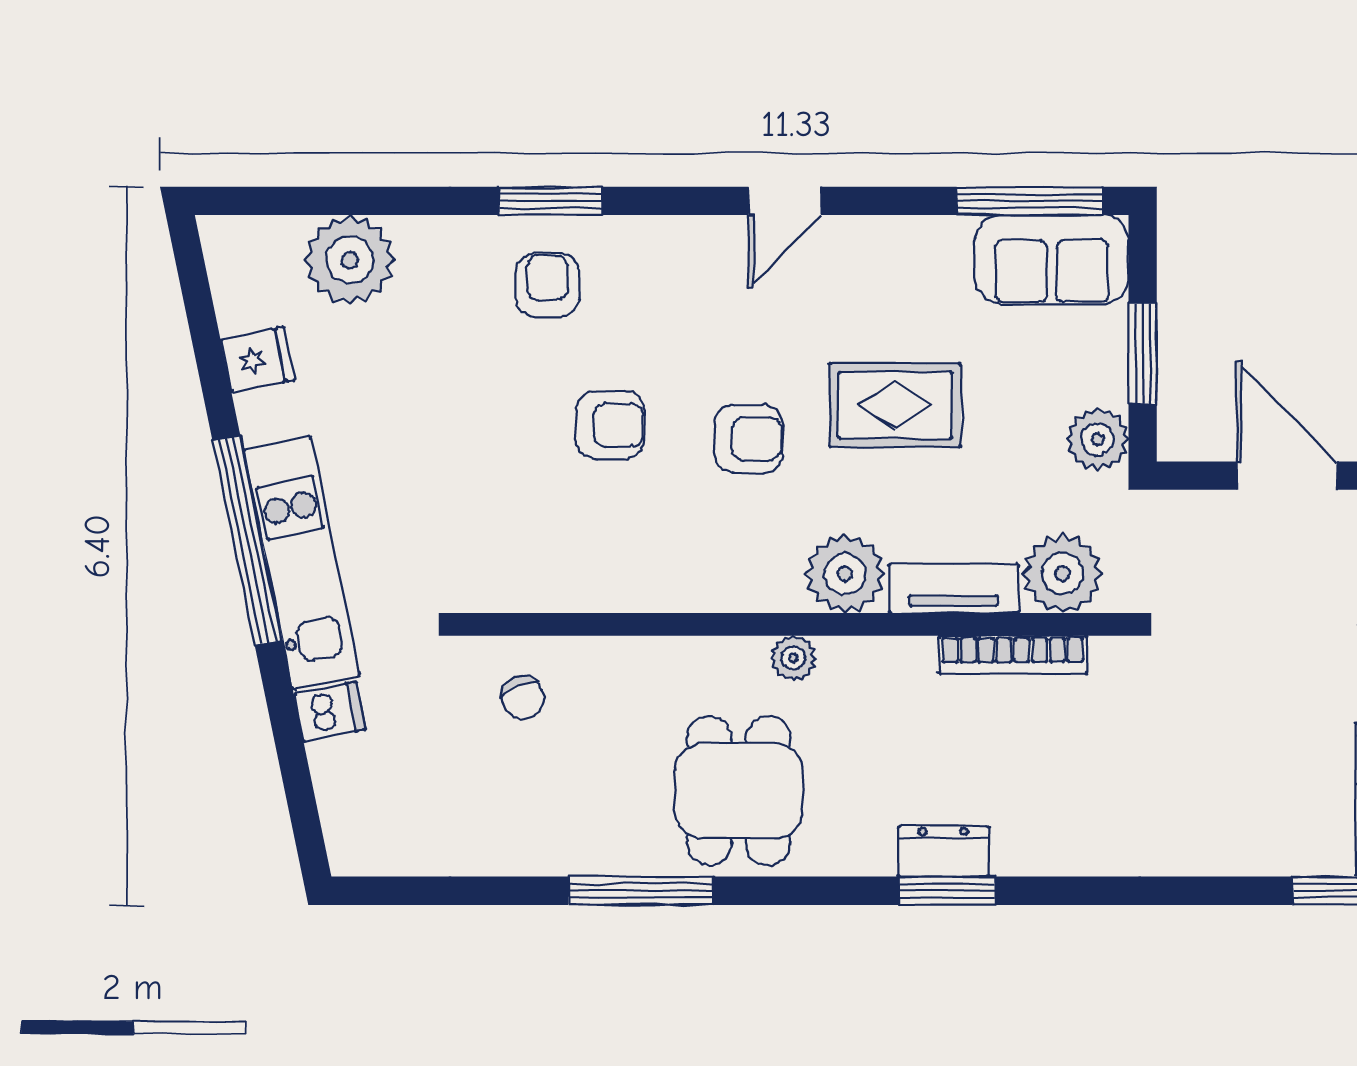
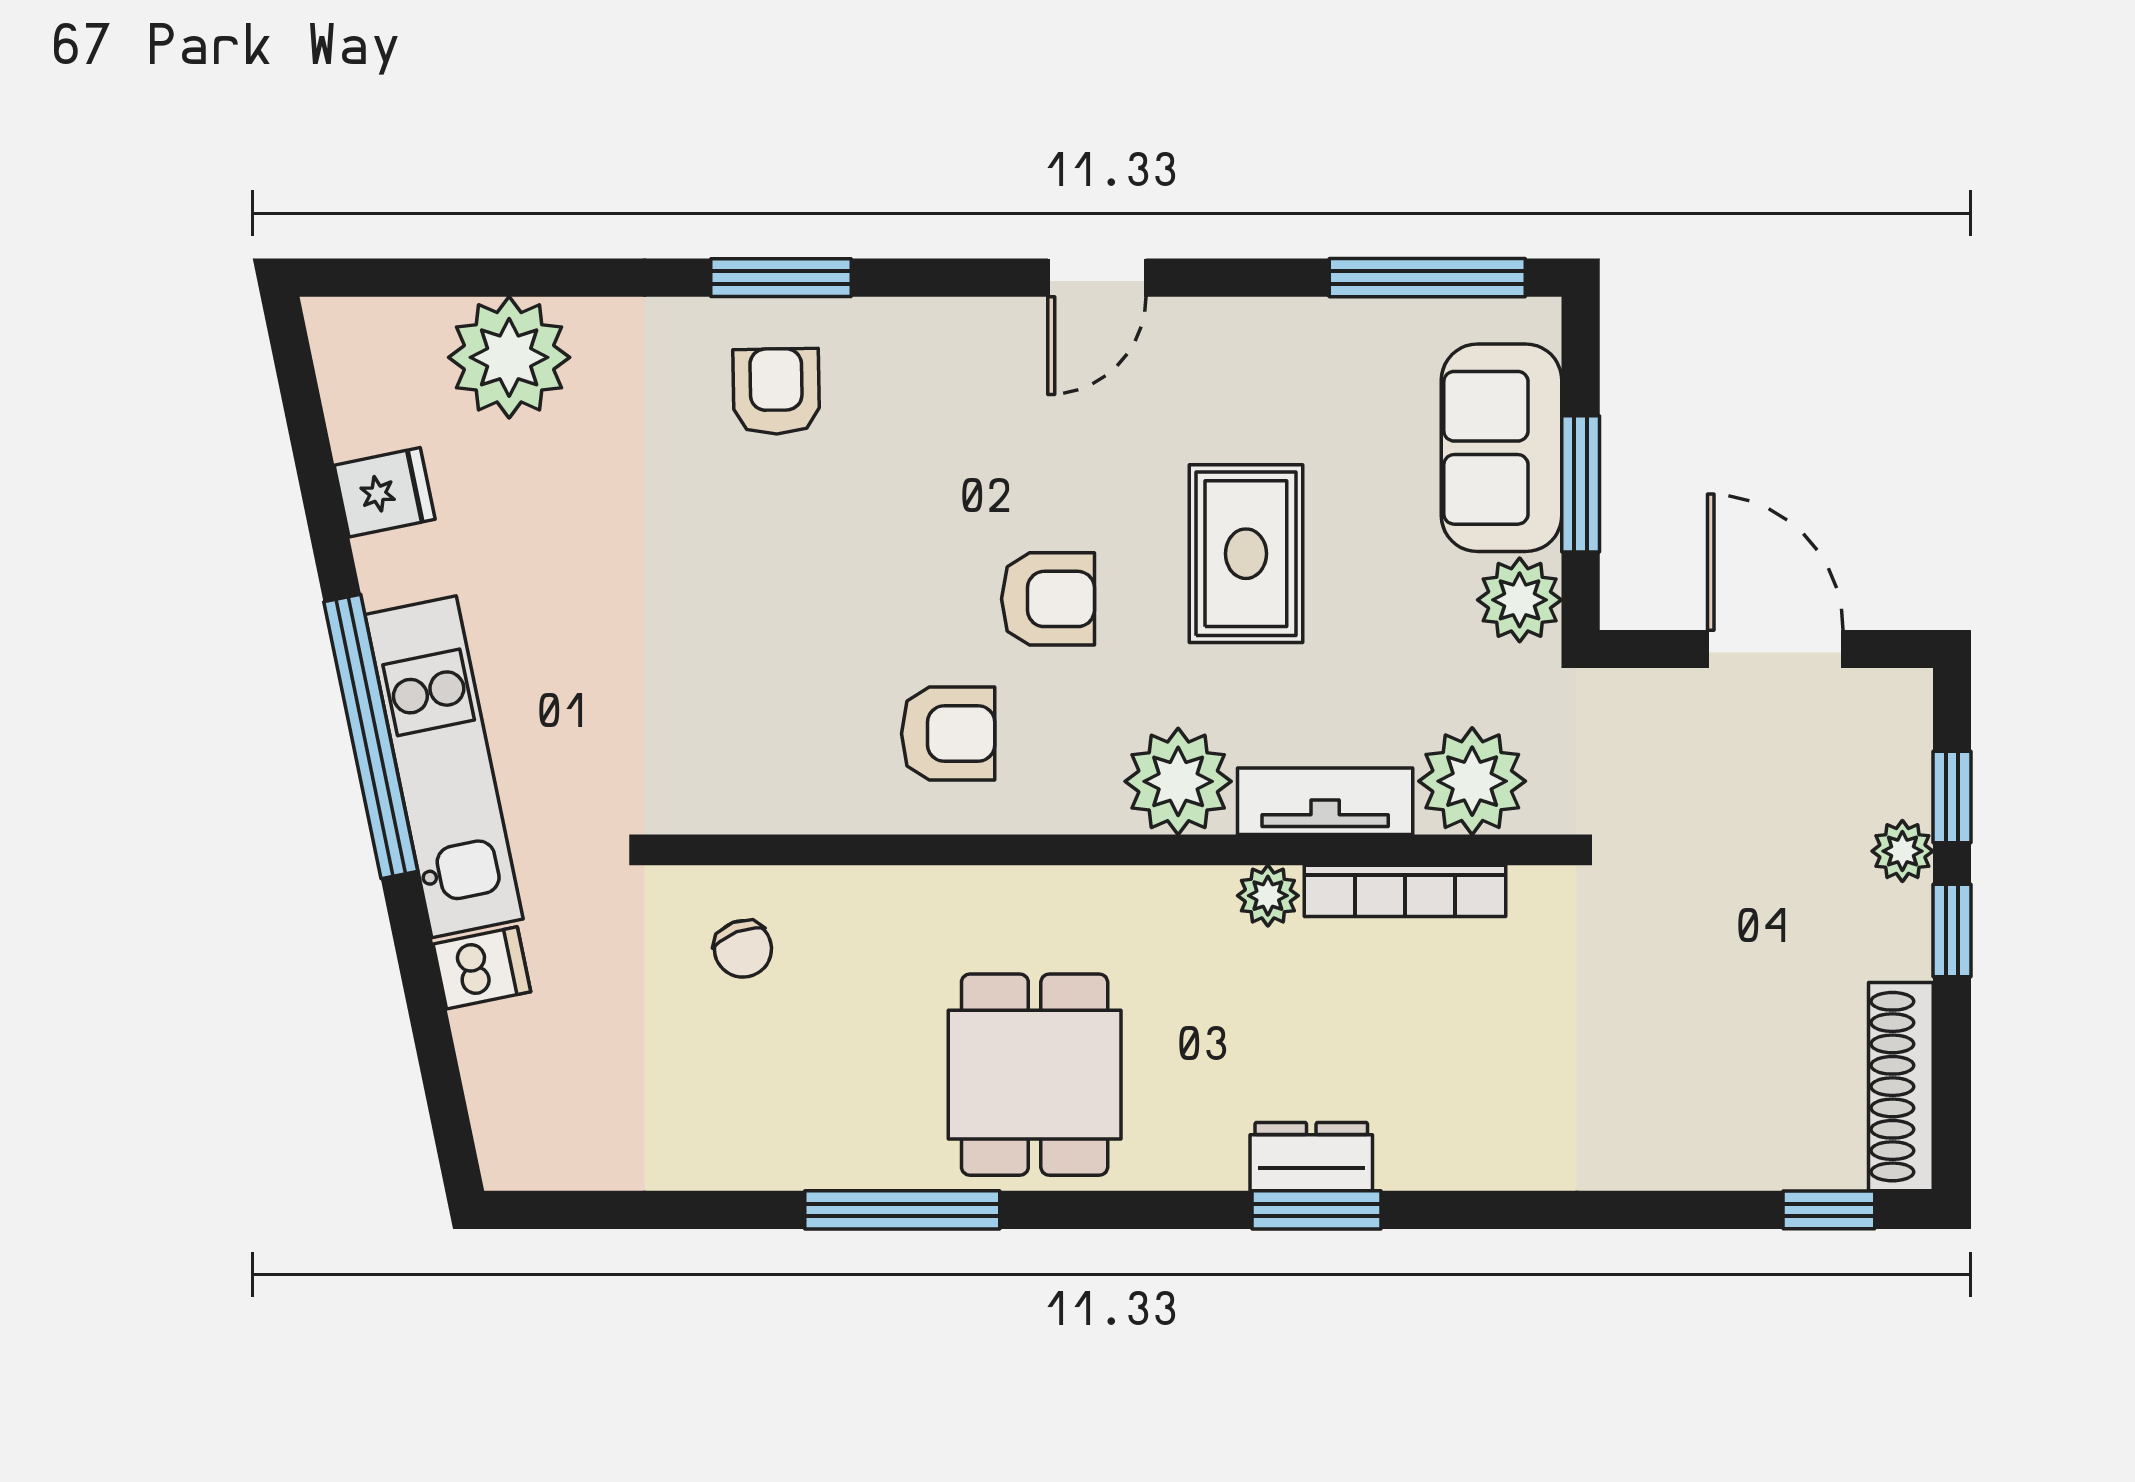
sofa: (1052, 259) -> (1502, 448), moved, turned 90
rug: (895, 405) -> (1246, 554), turned 90
armchair: (610, 425) -> (948, 734), moved
plant: (793, 658) -> (1268, 896), moved

